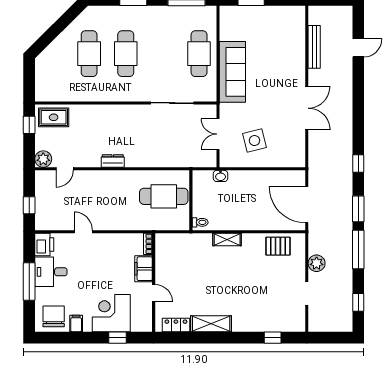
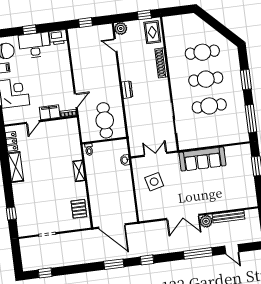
cafe table: (199, 54) -> (209, 106), moved
shoe rack: (96, 111) -> (161, 63), added
dresser: (113, 161) -> (127, 90), moved
door: (307, 205) -> (112, 226), swing flipped
door: (83, 232) -> (76, 100), moved
window: (358, 249) -> (198, 253), moved
plant: (317, 263) -> (206, 221), moved
desk: (51, 272) -> (35, 45), width x1.37
window: (29, 282) -> (30, 30), width x0.46

